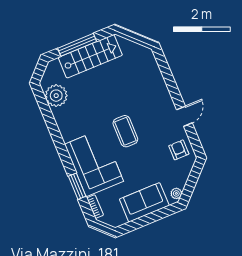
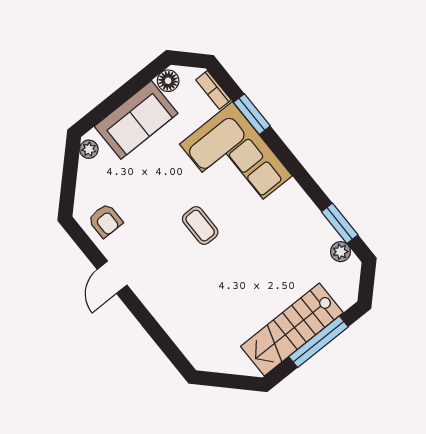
plant: (56, 96) -> (341, 252), width x0.53, depth x0.53
window: (45, 109) -> (340, 223), added
coffee table: (125, 131) -> (200, 226), width x0.73, depth x0.77
floor lamp: (119, 219) -> (168, 81), added

